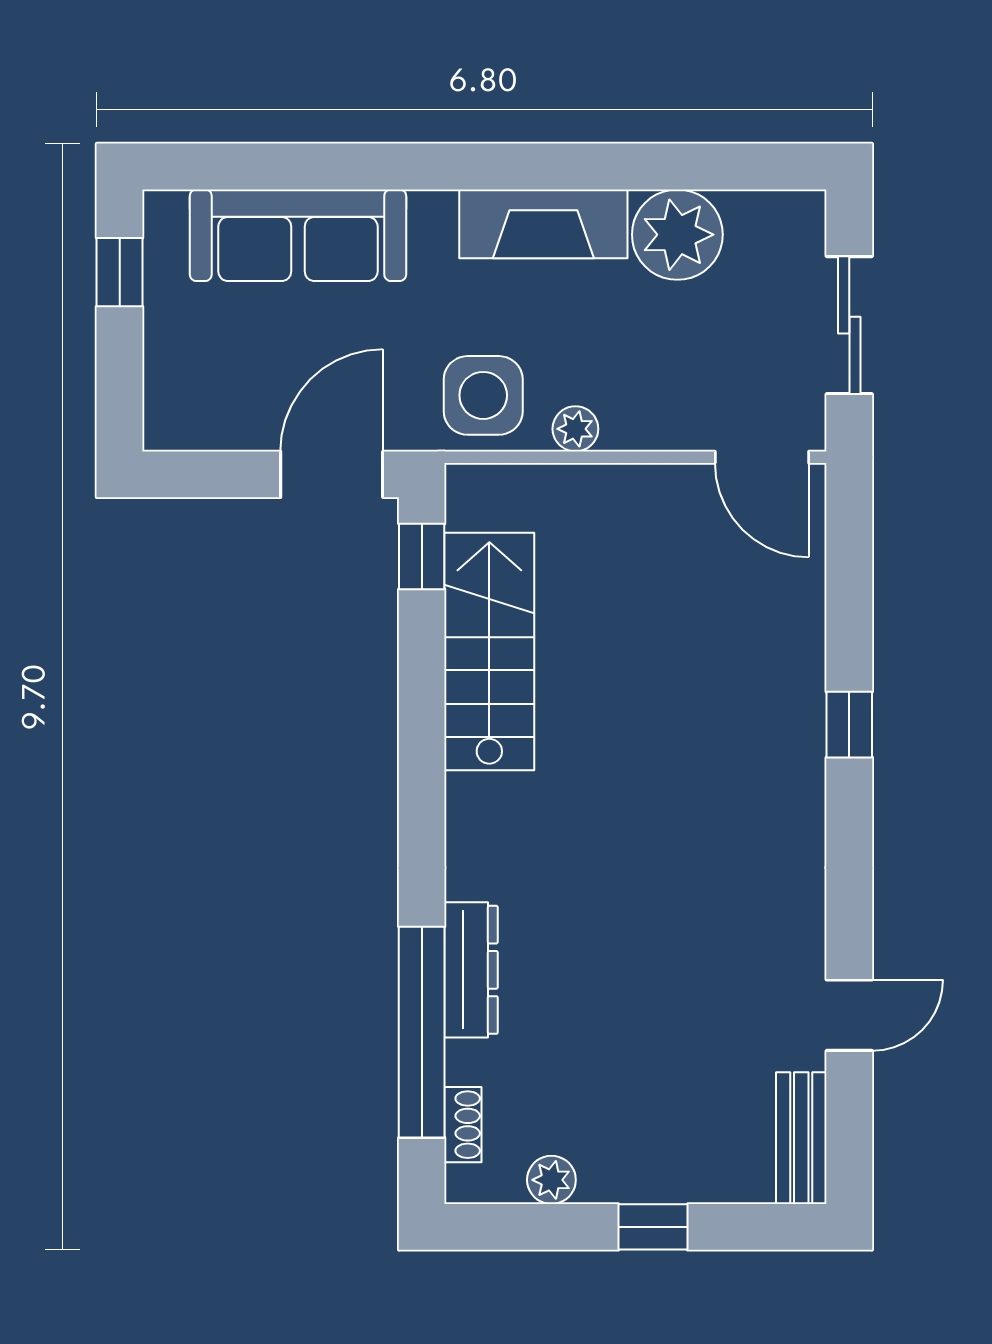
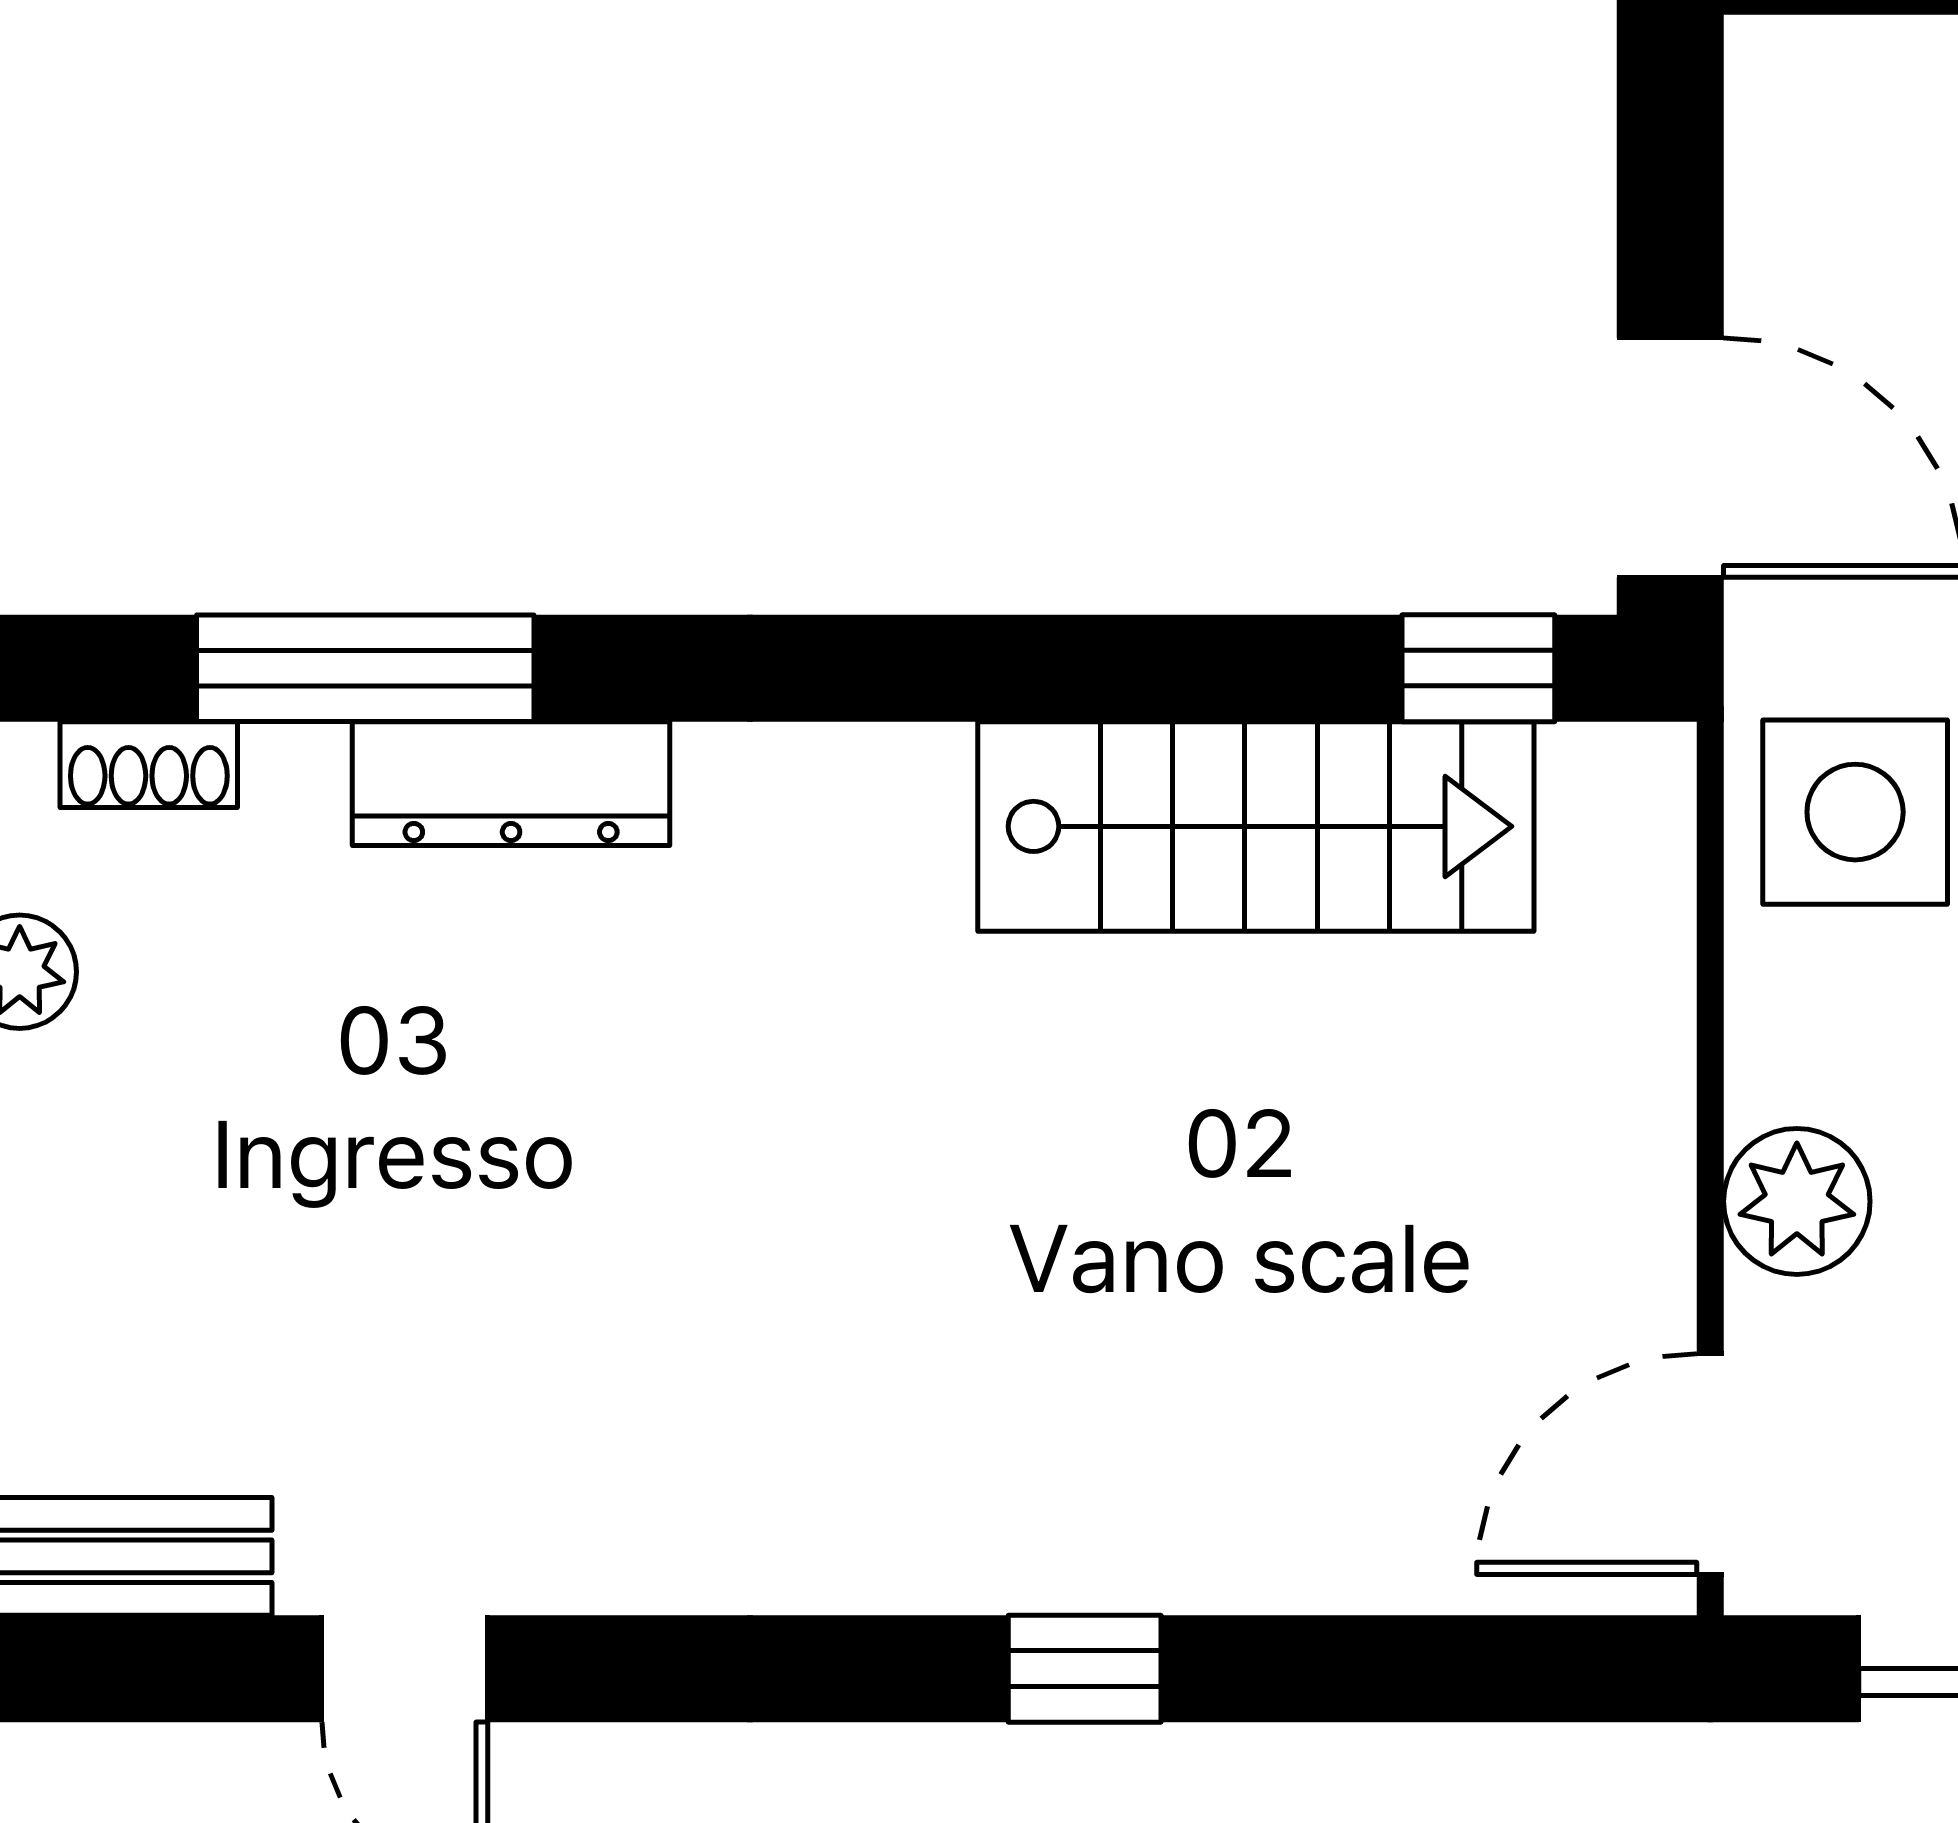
plant: (575, 429) -> (1797, 1201), moved, width x1.38, depth x1.38
window: (422, 1032) -> (365, 668), width x0.68

